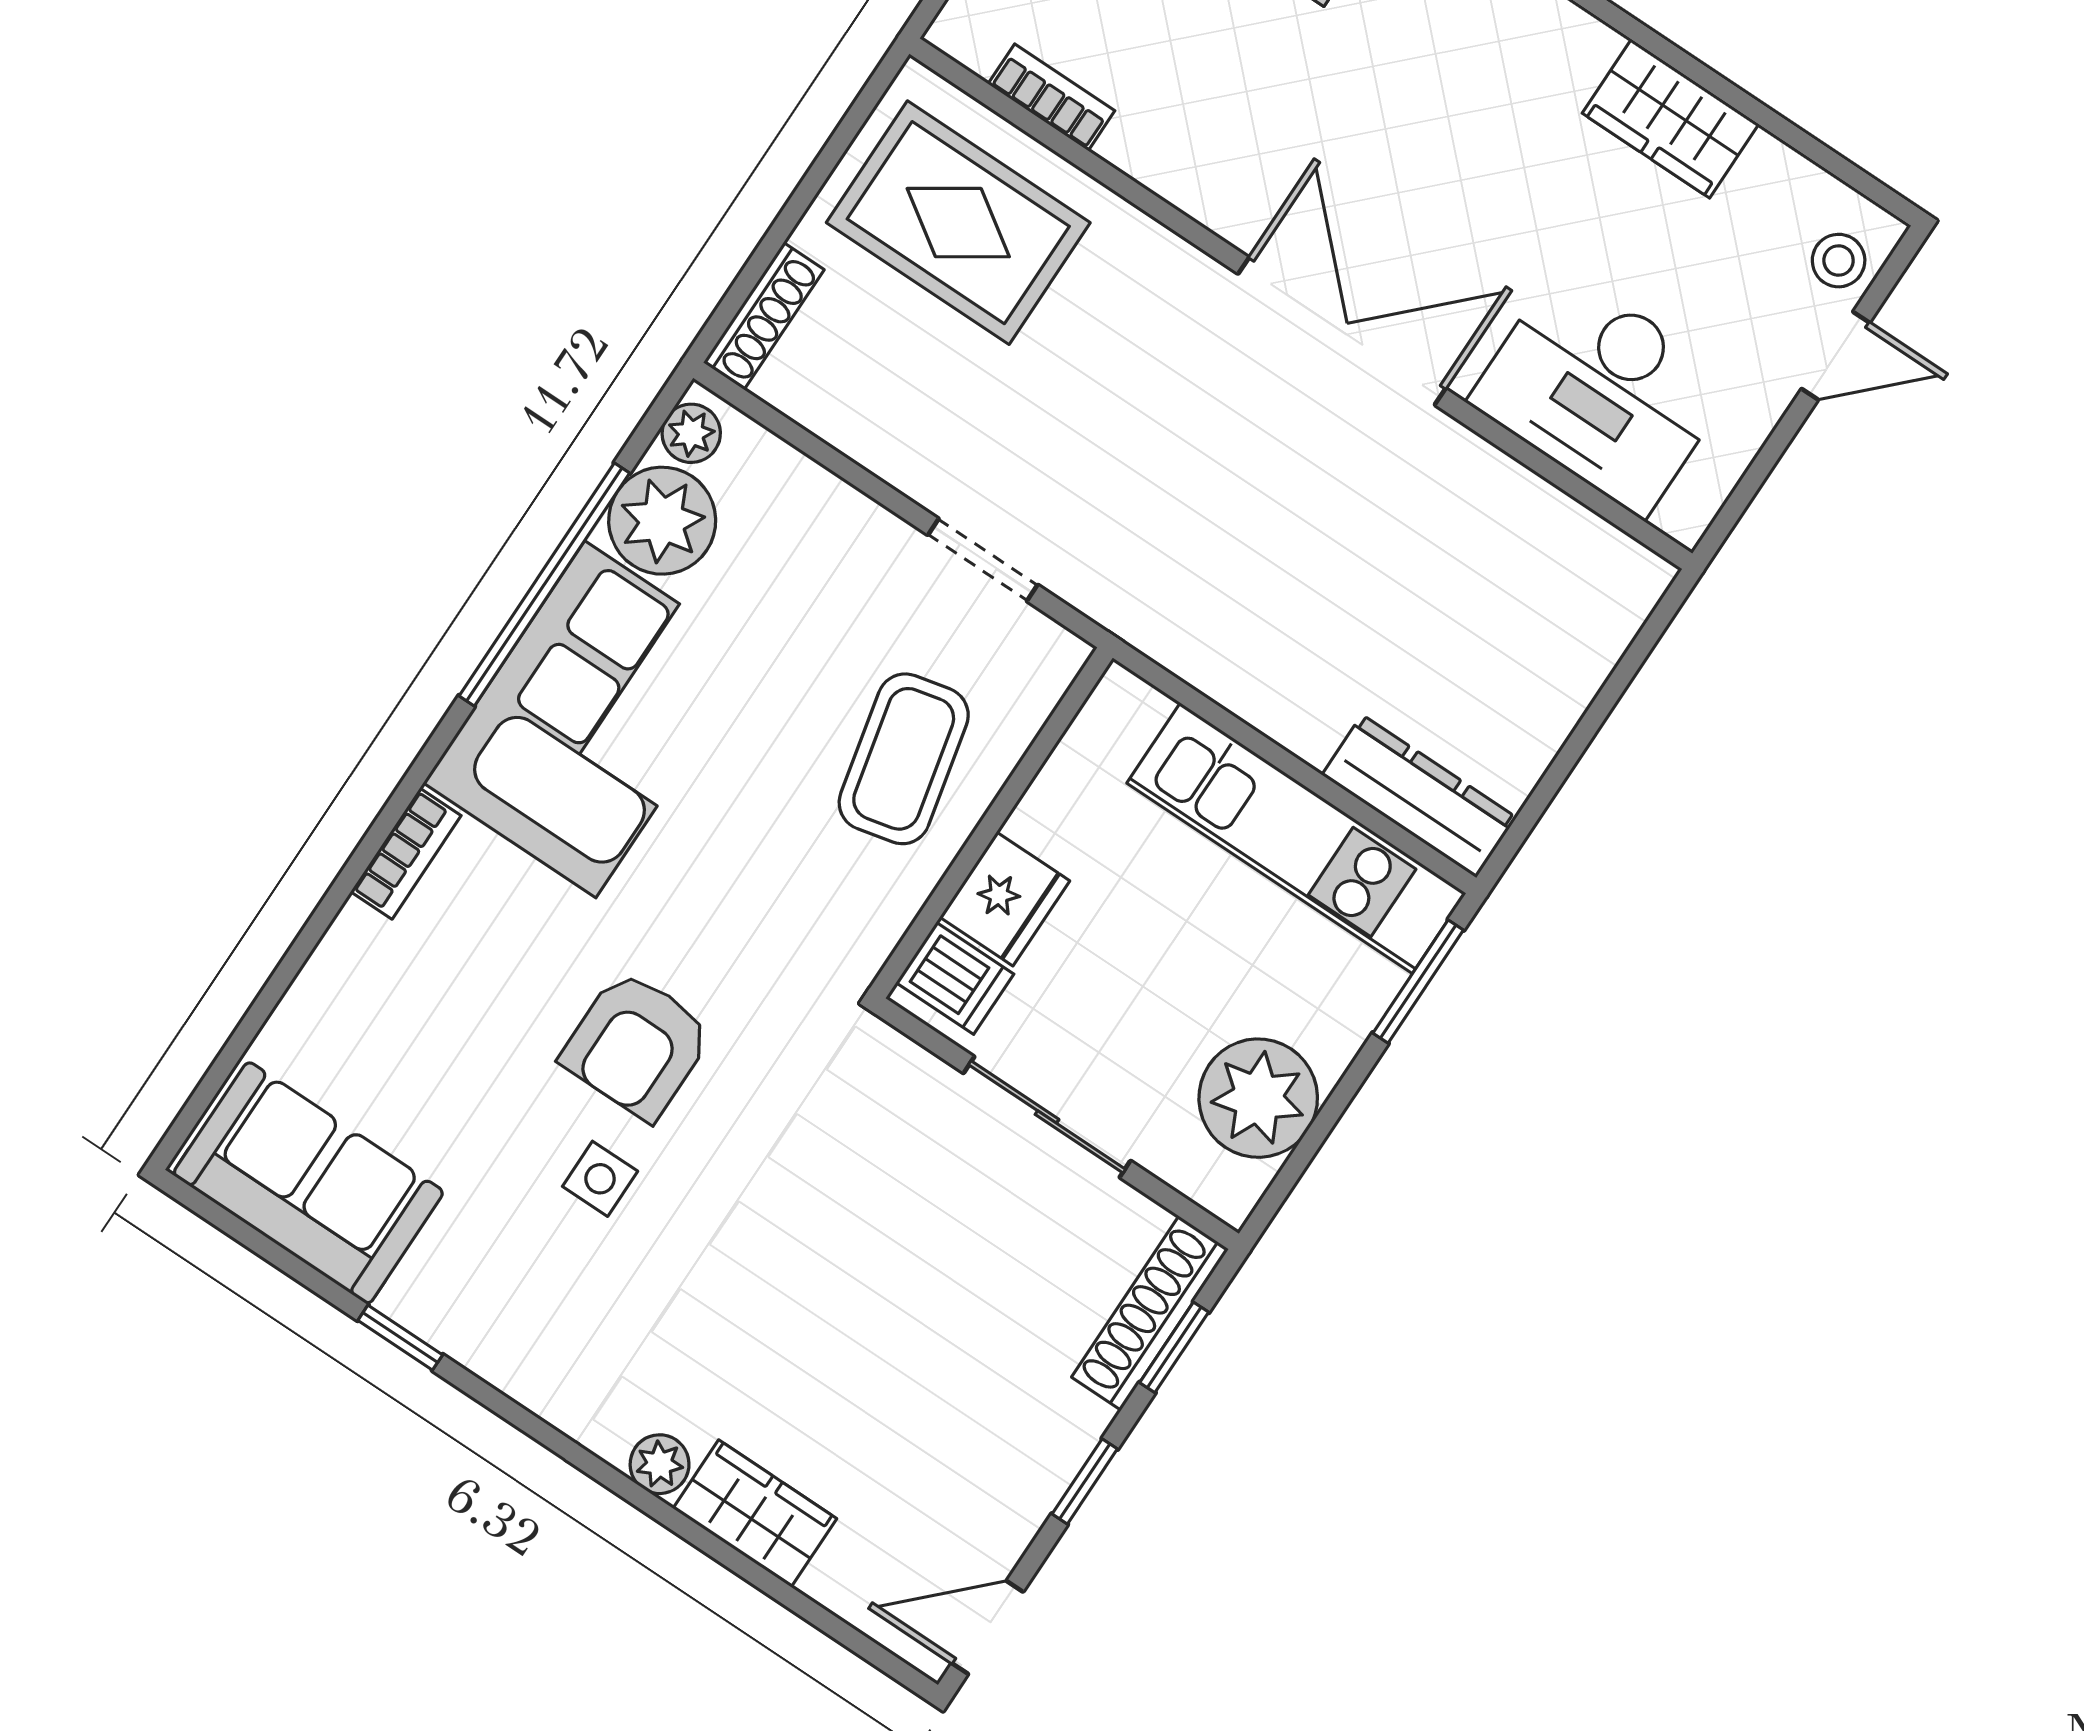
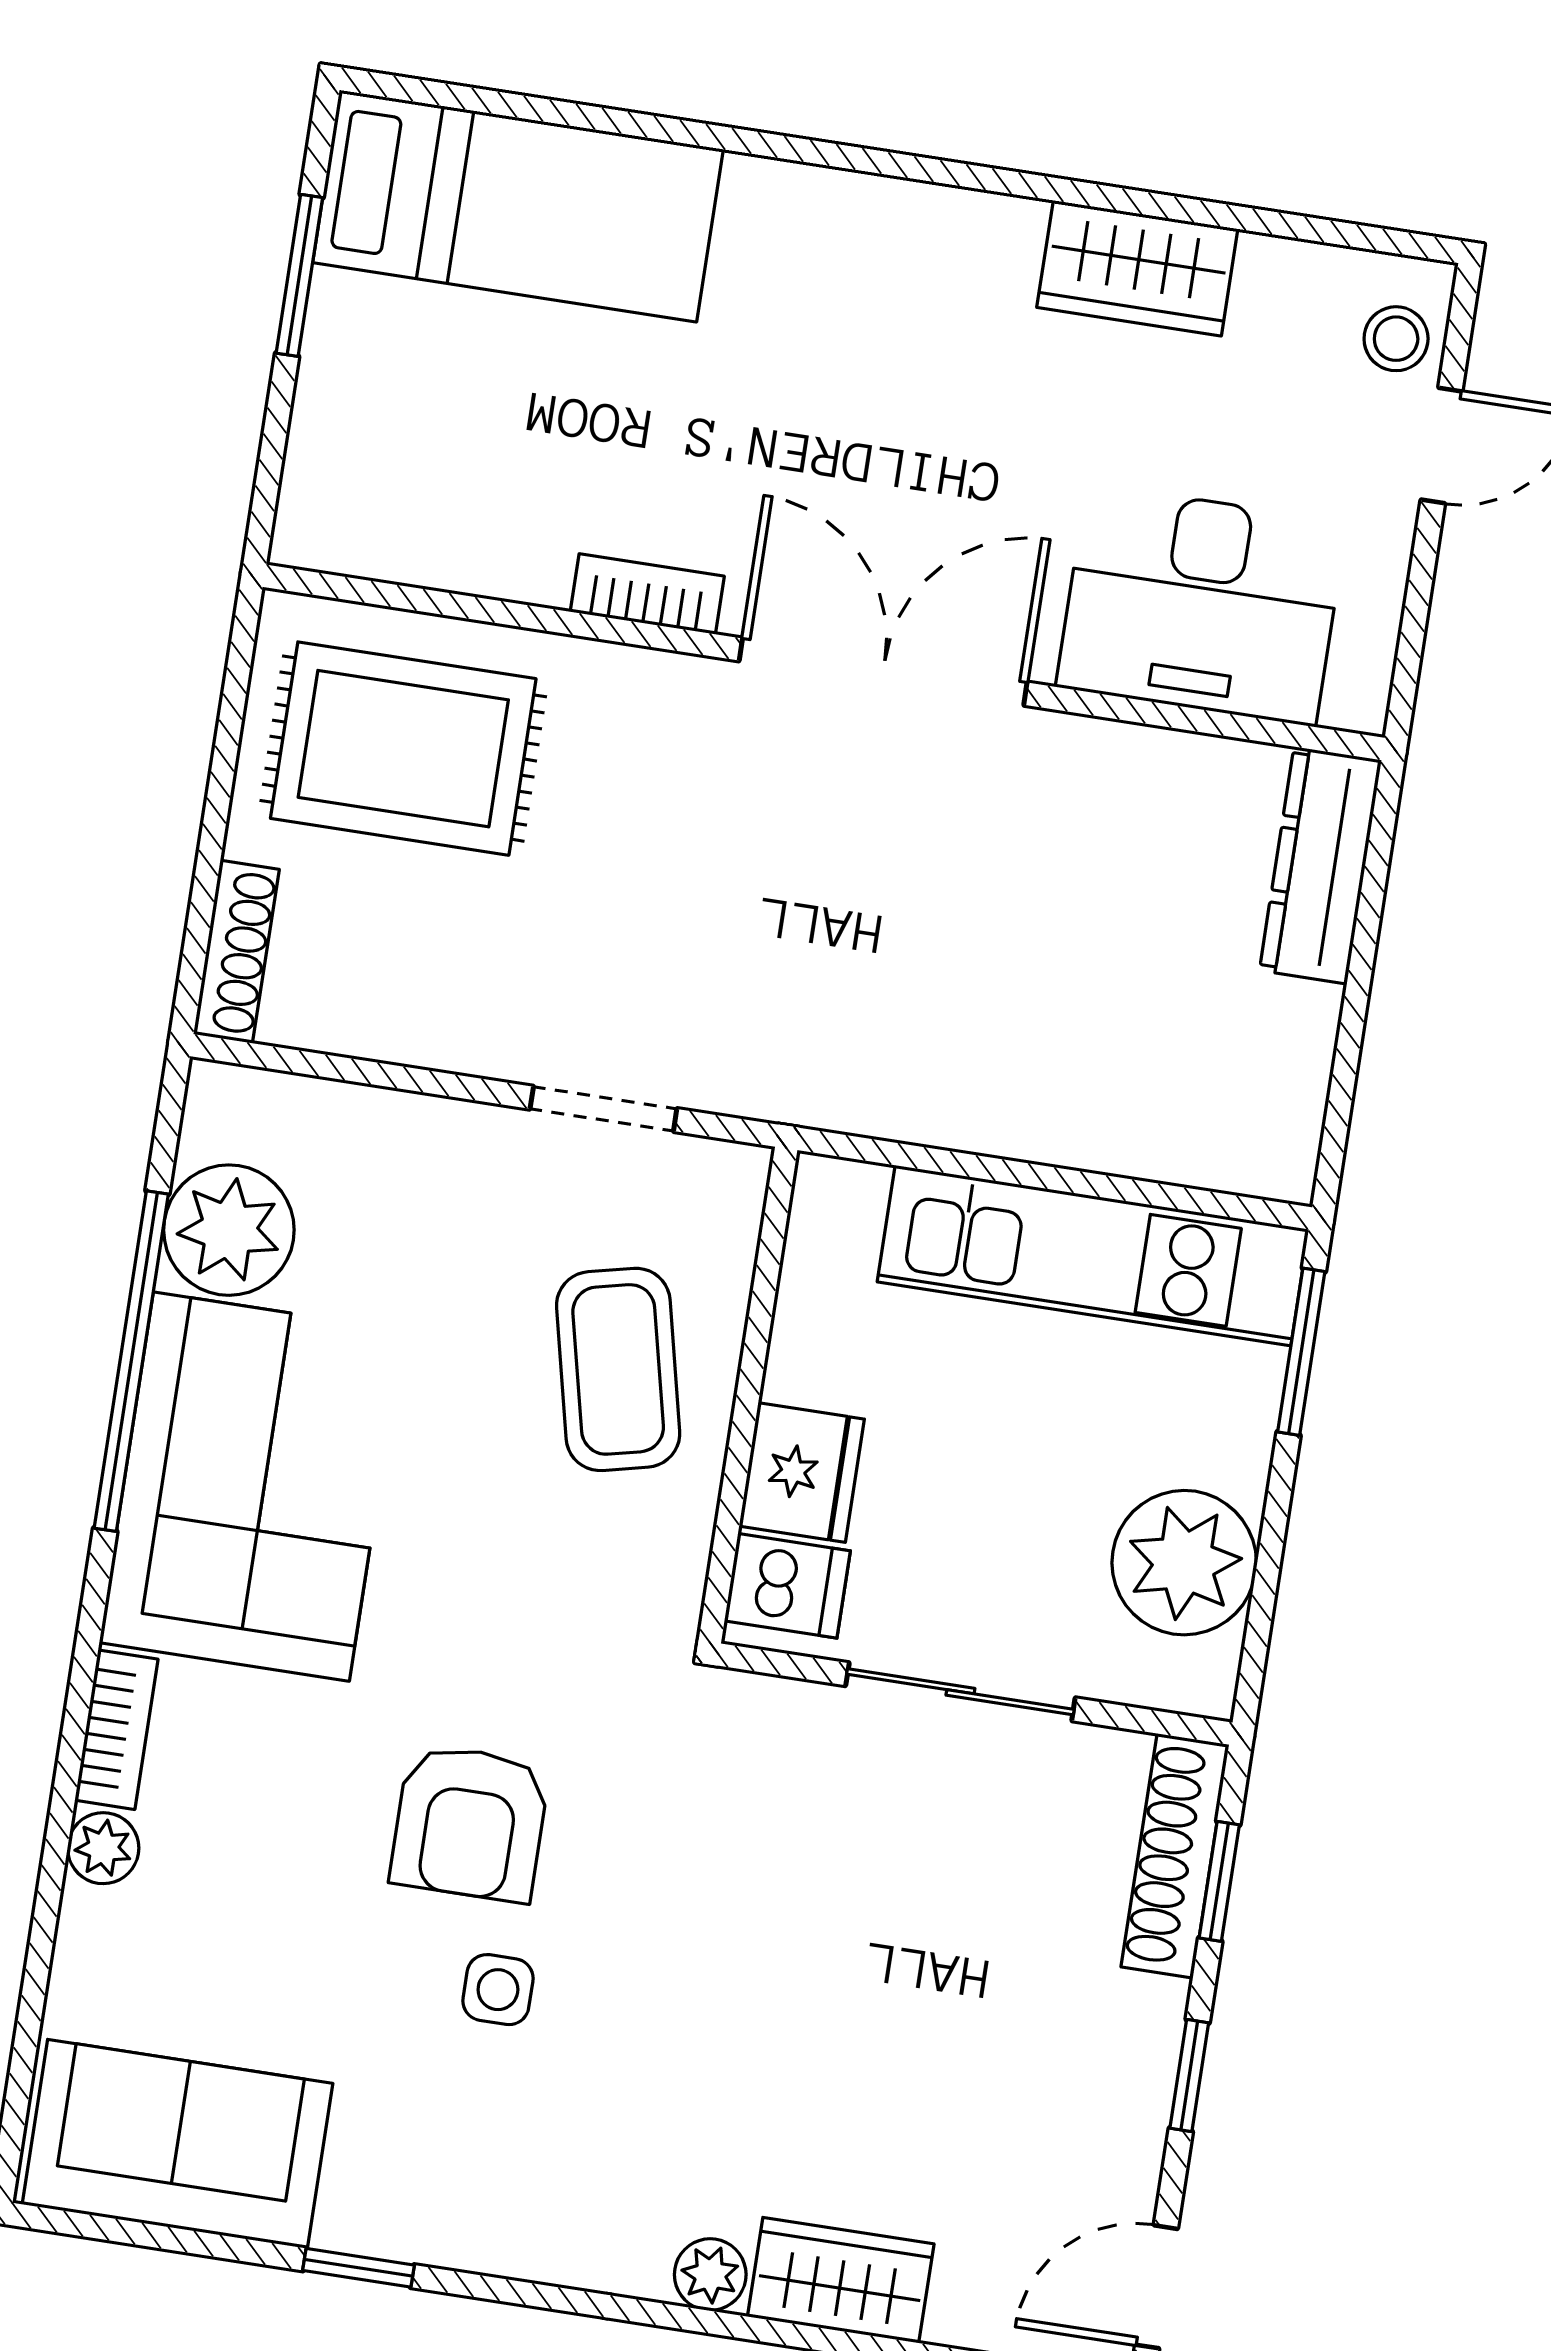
bookcase: (1051, 97) -> (647, 594), moved
plant: (691, 433) -> (103, 1848), moved
dresser: (1419, 796) -> (1320, 865), moved, turned -90

